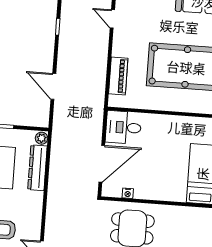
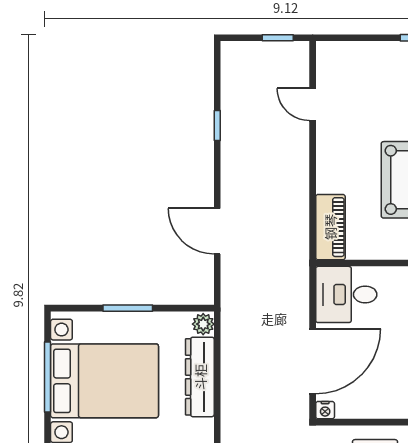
piano: (118, 76) -> (330, 227), moved
nightstand: (128, 193) -> (325, 410), moved

